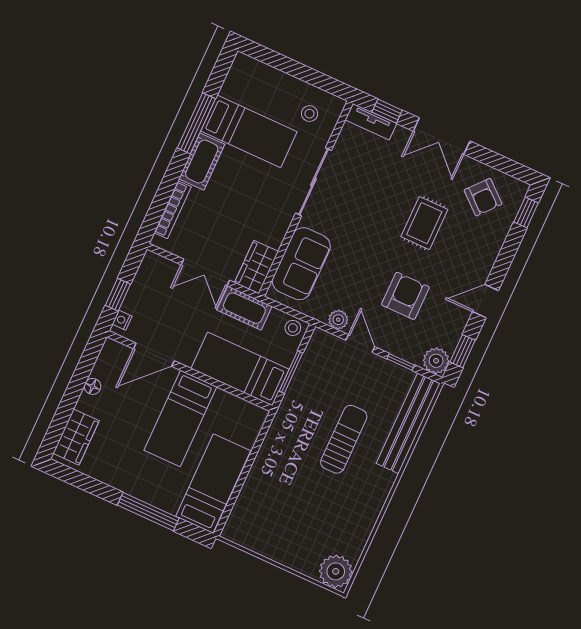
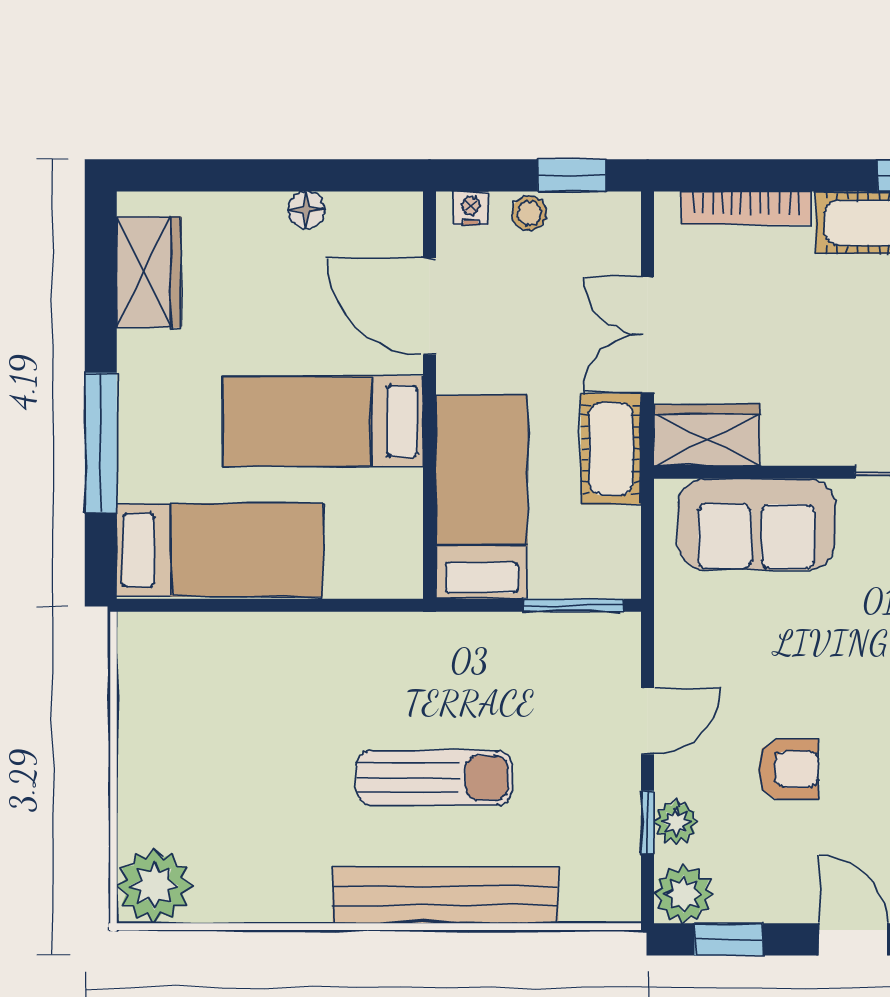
window: (118, 295) -> (572, 175), moved
armchair: (405, 296) -> (788, 769), width x0.72, depth x0.72
plant: (338, 320) -> (676, 822), moved
stool: (293, 328) -> (529, 213), moved
window: (291, 372) -> (573, 605), moved
bench: (408, 423) -> (445, 895), moved
wardrobe: (76, 437) -> (149, 272), moved, turned -90

